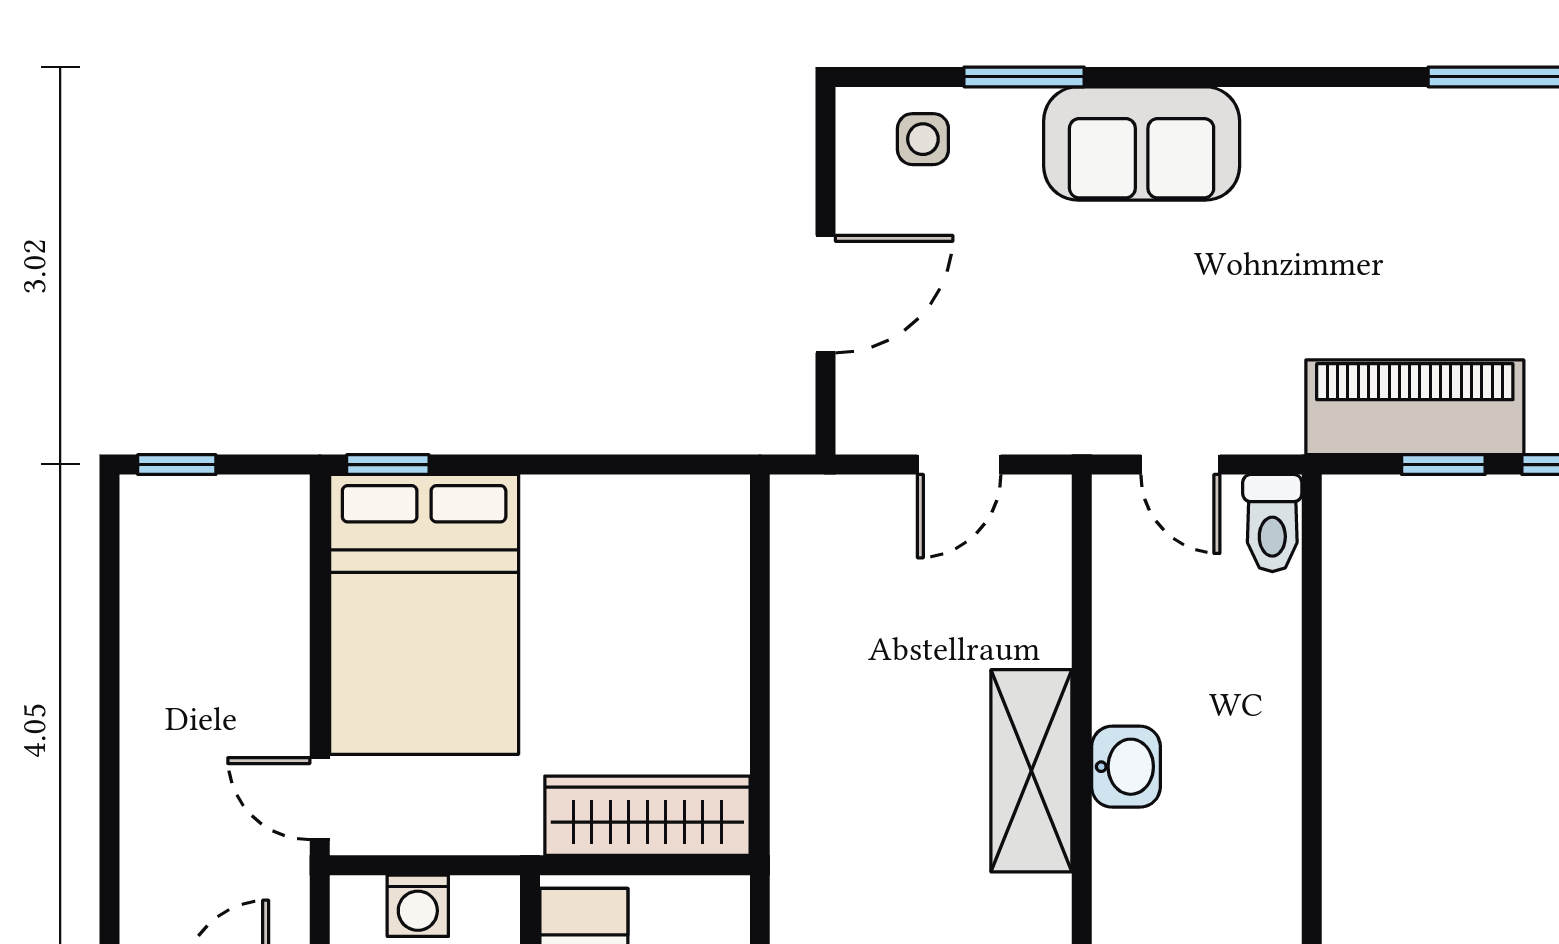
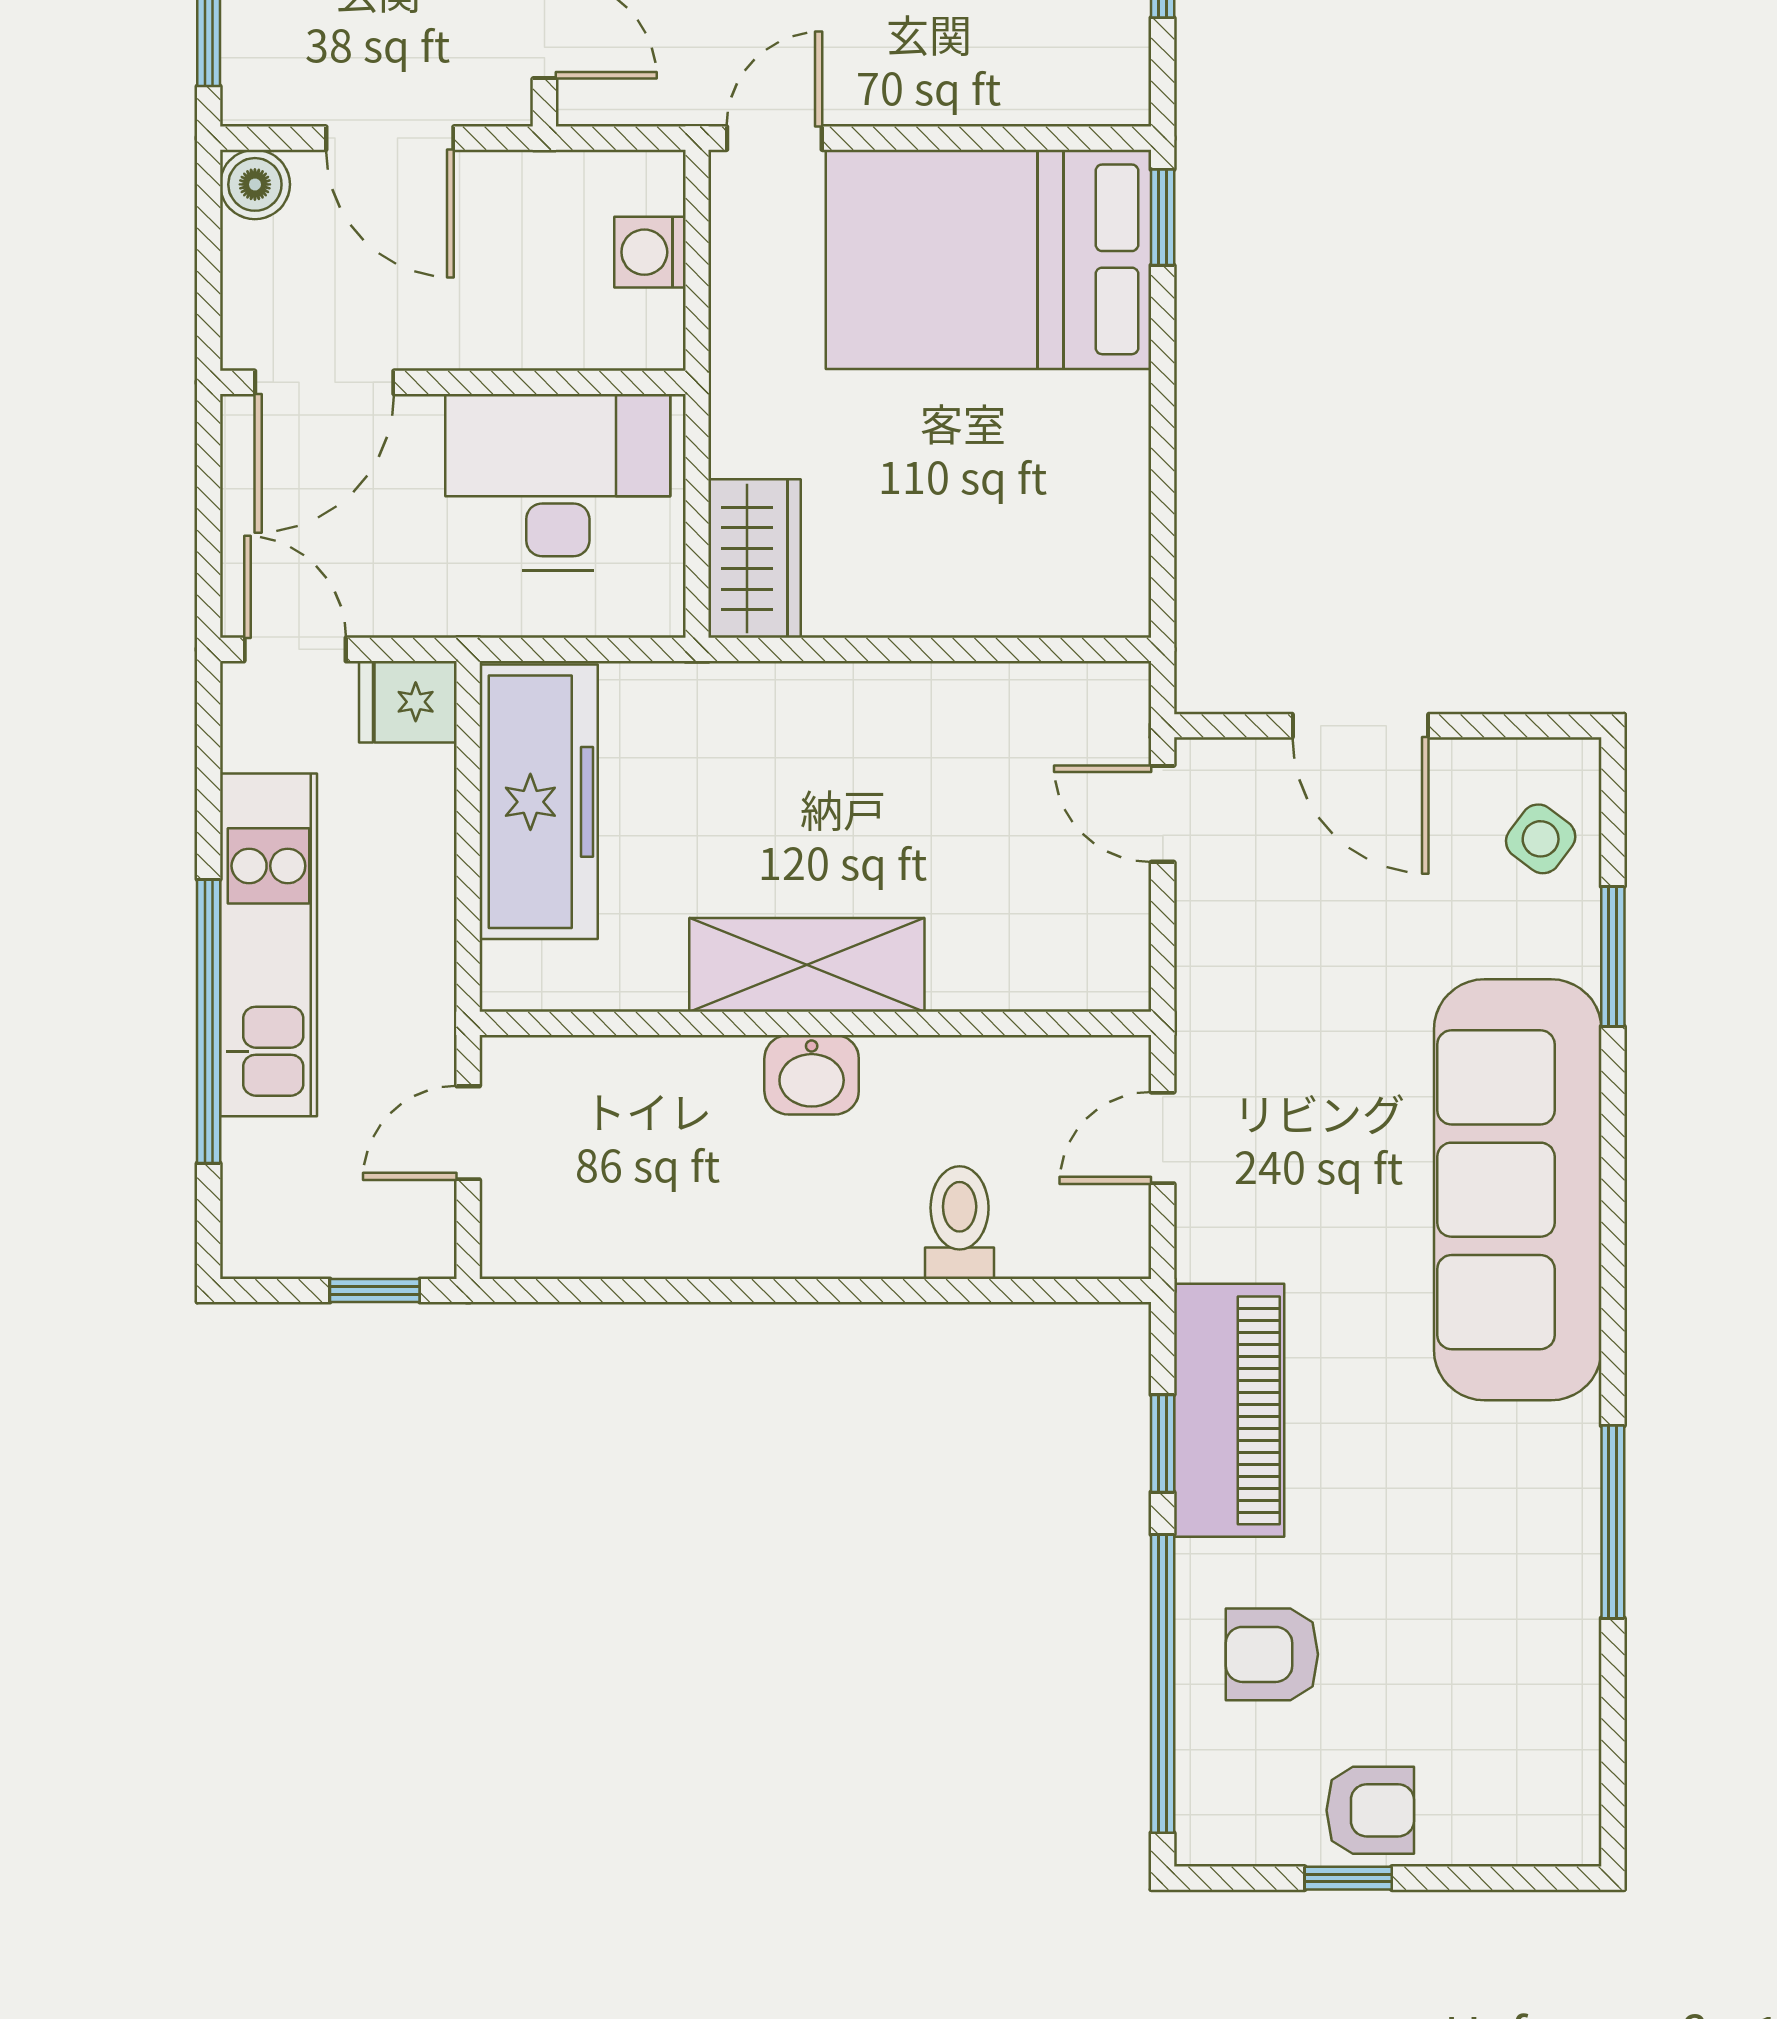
side table: (923, 139) -> (1541, 839), turned 37
sofa: (1142, 143) -> (1518, 1190), width x1.85, depth x1.27
door: (959, 465) -> (1163, 814), moved
toilet: (1272, 523) -> (960, 1223), moved, turned 90
wardrobe: (647, 816) -> (755, 559), width x0.67

